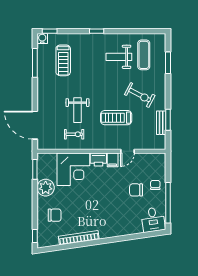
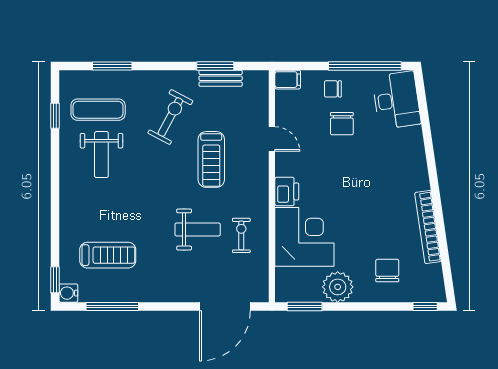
window: (97, 31) -> (55, 116), moved
filing cabinet: (113, 160) -> (288, 80), moved
desk: (153, 220) -> (396, 100), width x1.37

